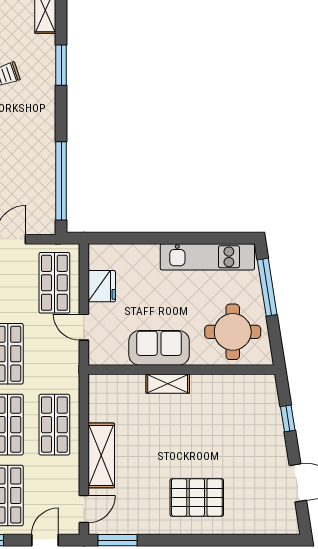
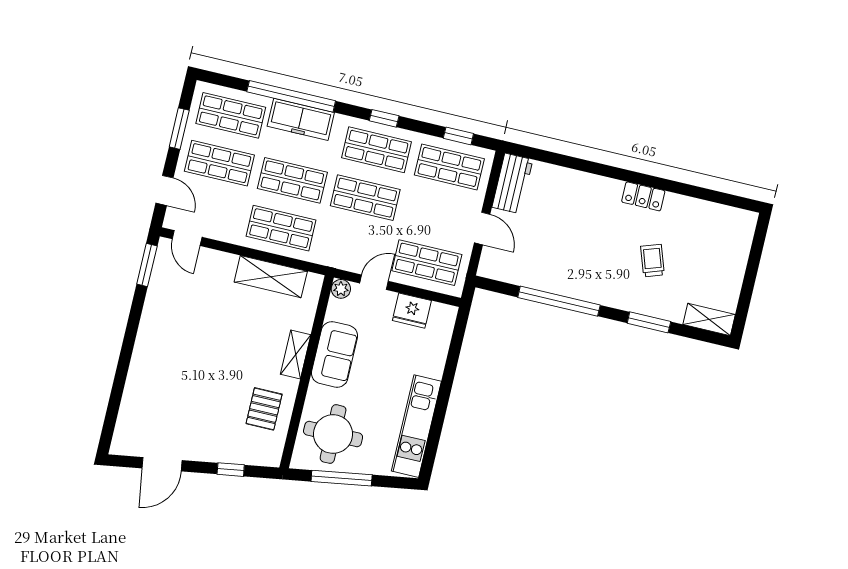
window: (61, 181) -> (559, 301), moved
window: (267, 287) -> (342, 478), moved
plant: (97, 356) -> (341, 289), added
shelving: (101, 455) -> (271, 277), moved
pallet: (197, 497) -> (264, 409), moved, width x0.67, depth x0.71

